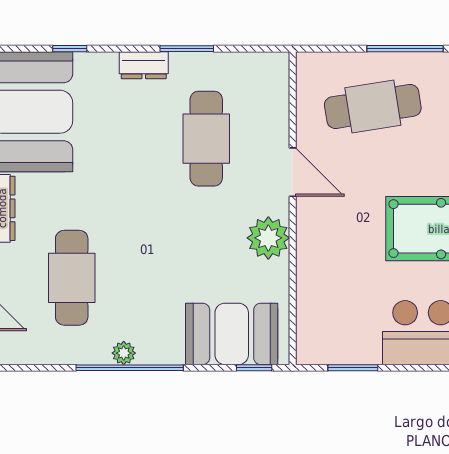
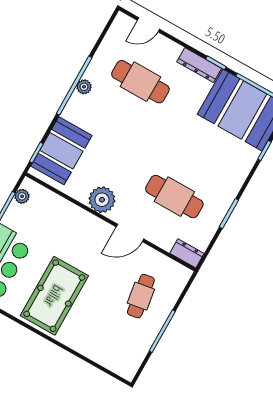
dresser: (144, 65) -> (187, 253), moved, turned 90
cafe table: (373, 106) -> (141, 296), width x0.73, depth x0.74
plant: (327, 353) -> (22, 196), added

